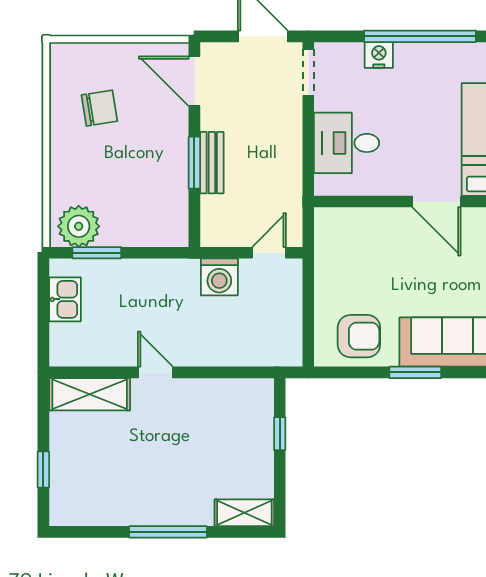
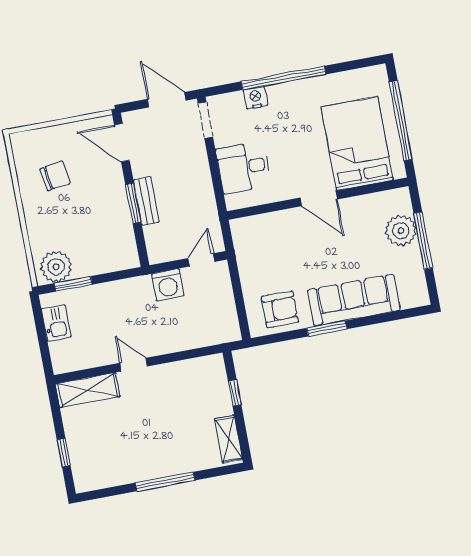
shelving: (244, 513) -> (229, 439), moved, turned 90

